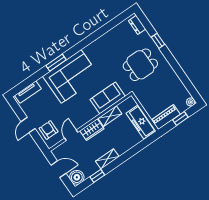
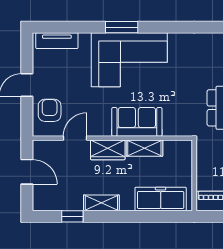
sofa: (108, 98) -> (137, 122), moved
freezer: (141, 122) -> (161, 199), moved, turned 90
boiler: (77, 177) -> (44, 200), removed

